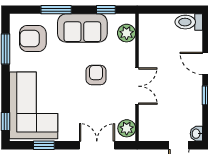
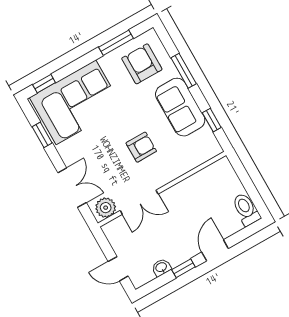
plant: (127, 33) -> (200, 154), removed
double door: (137, 86) -> (139, 202), moved
washbasin: (196, 134) -> (161, 267), moved

